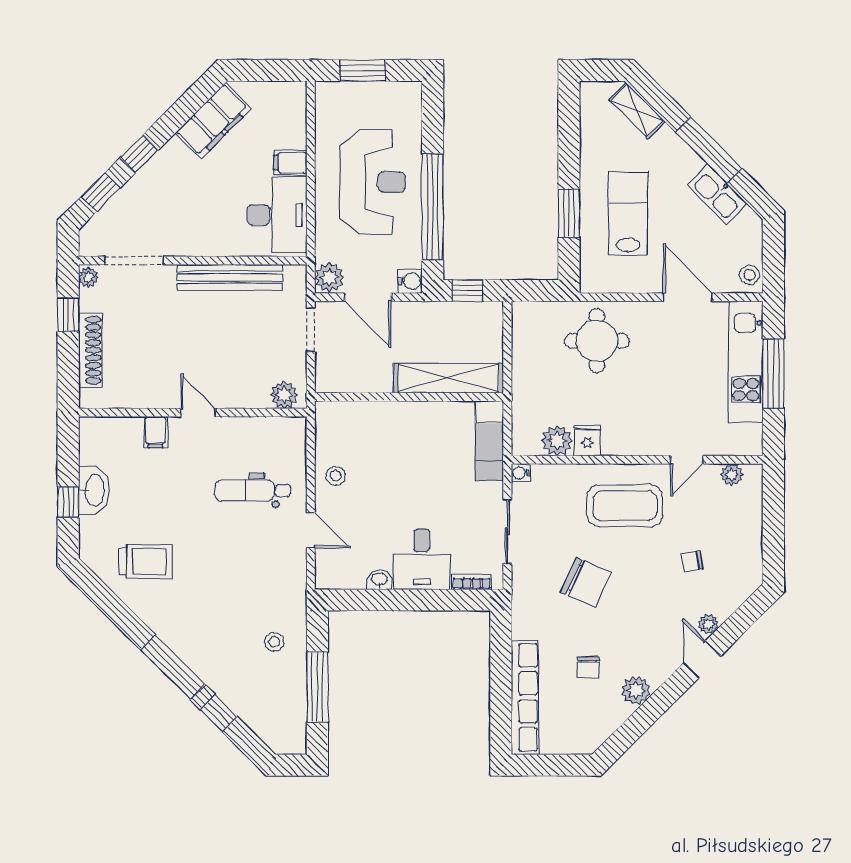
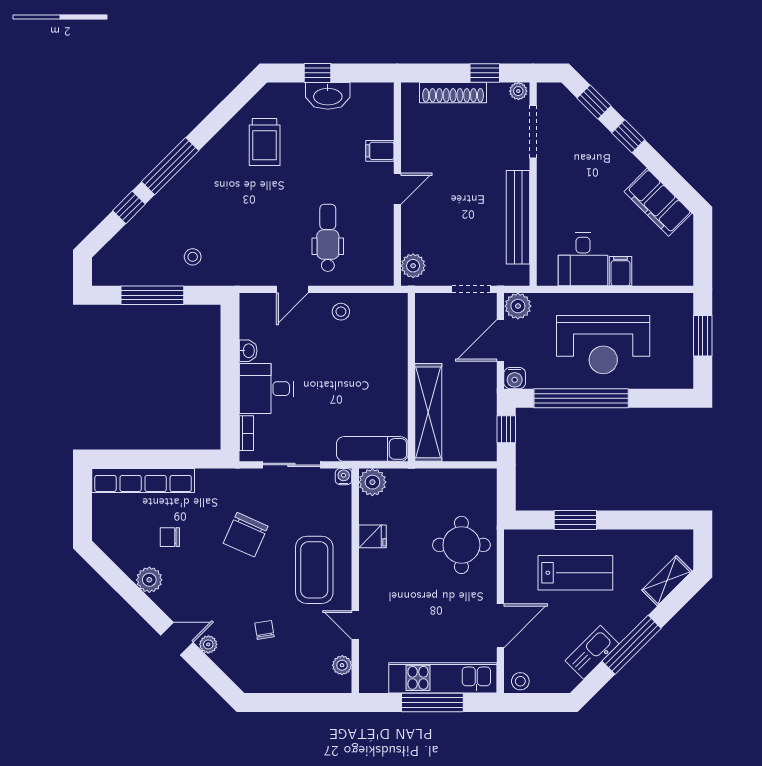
desk: (277, 215) -> (583, 259), width x0.73
plant: (557, 441) -> (372, 482), moved

